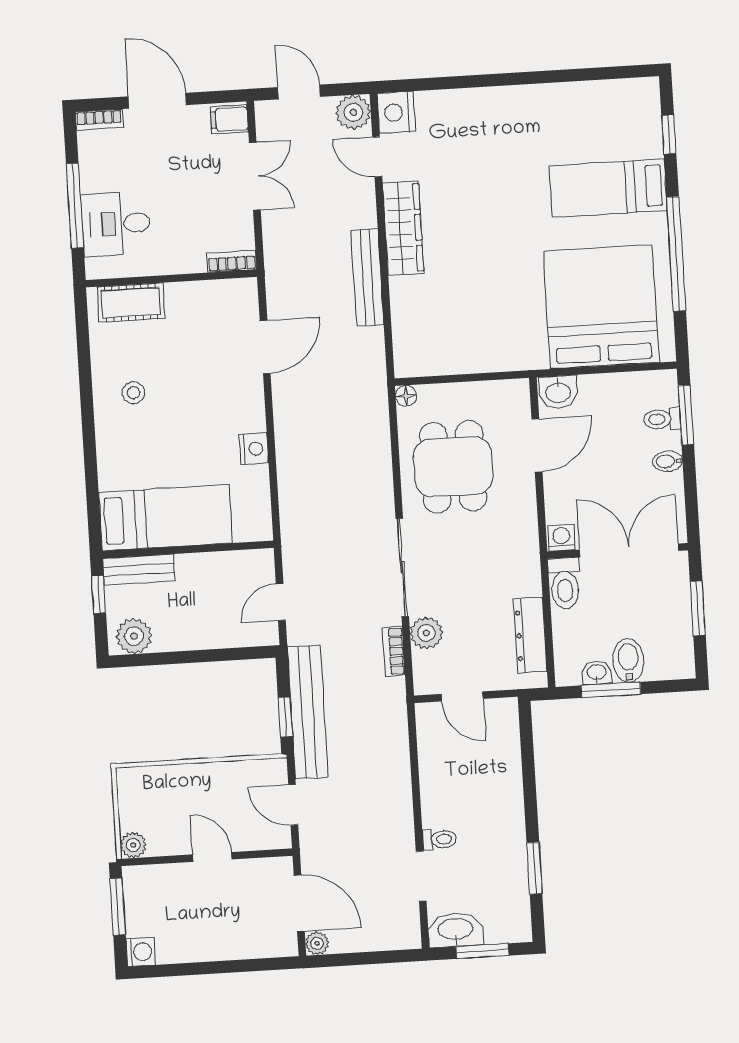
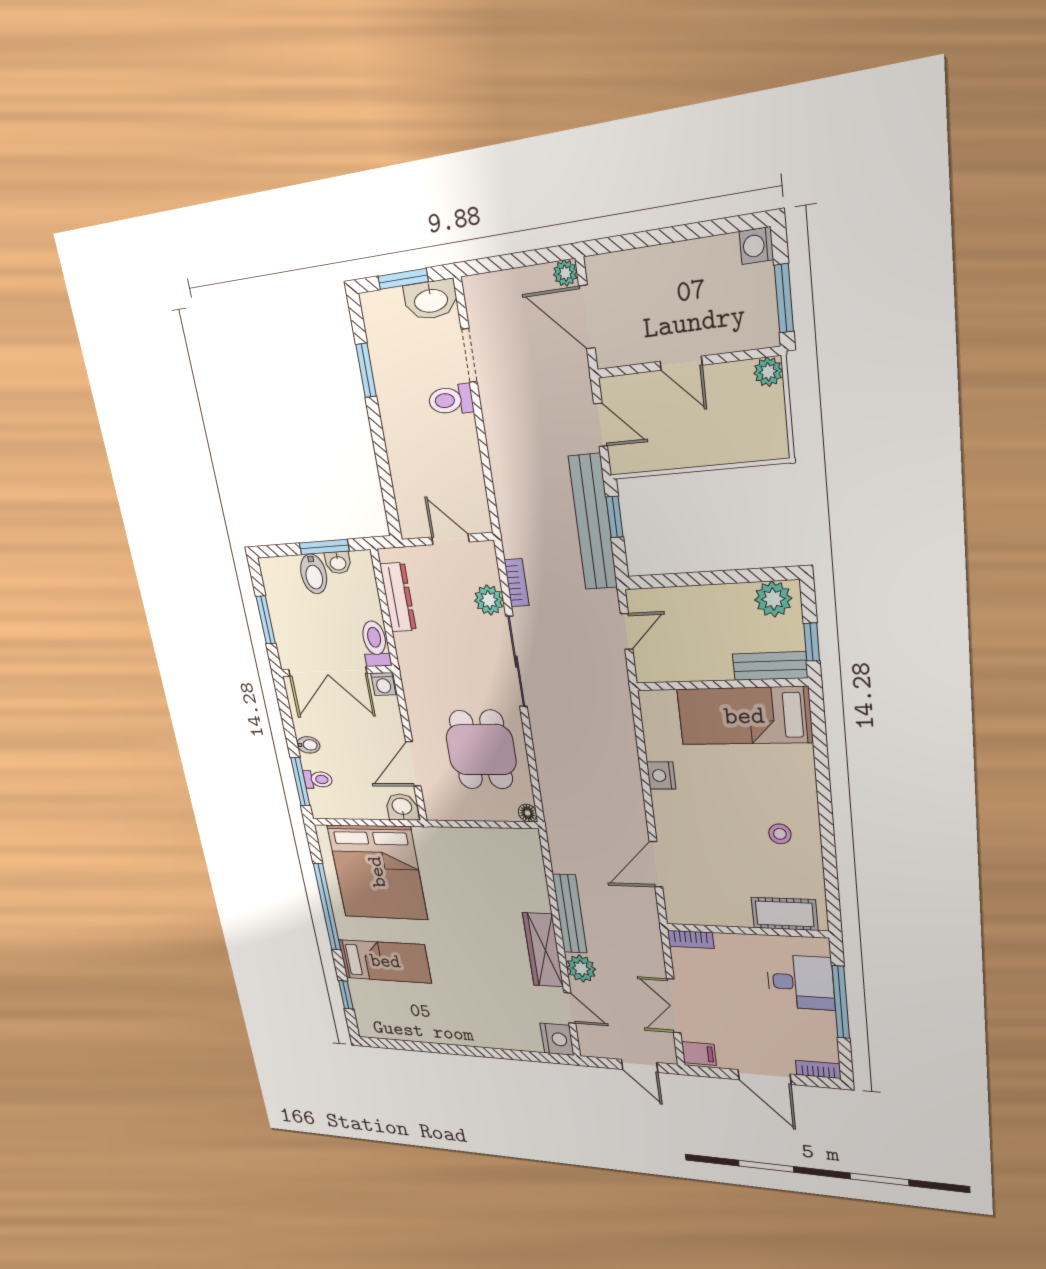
plant: (353, 112) -> (581, 969), moved
toilet: (439, 839) -> (451, 400), width x1.37, depth x1.39

